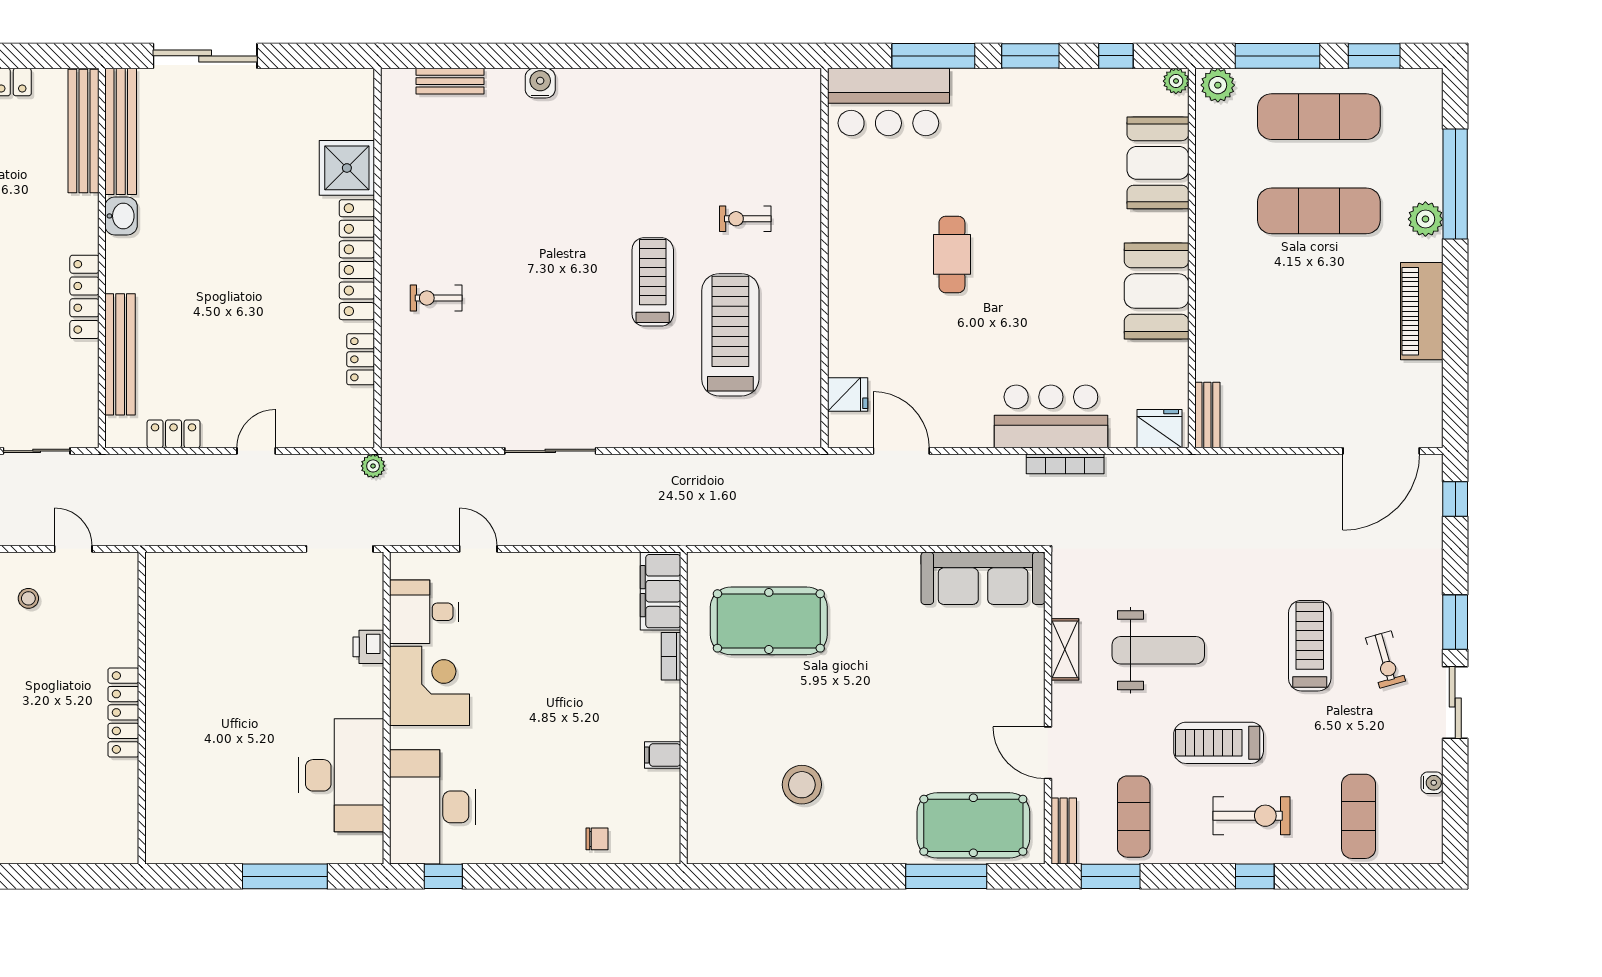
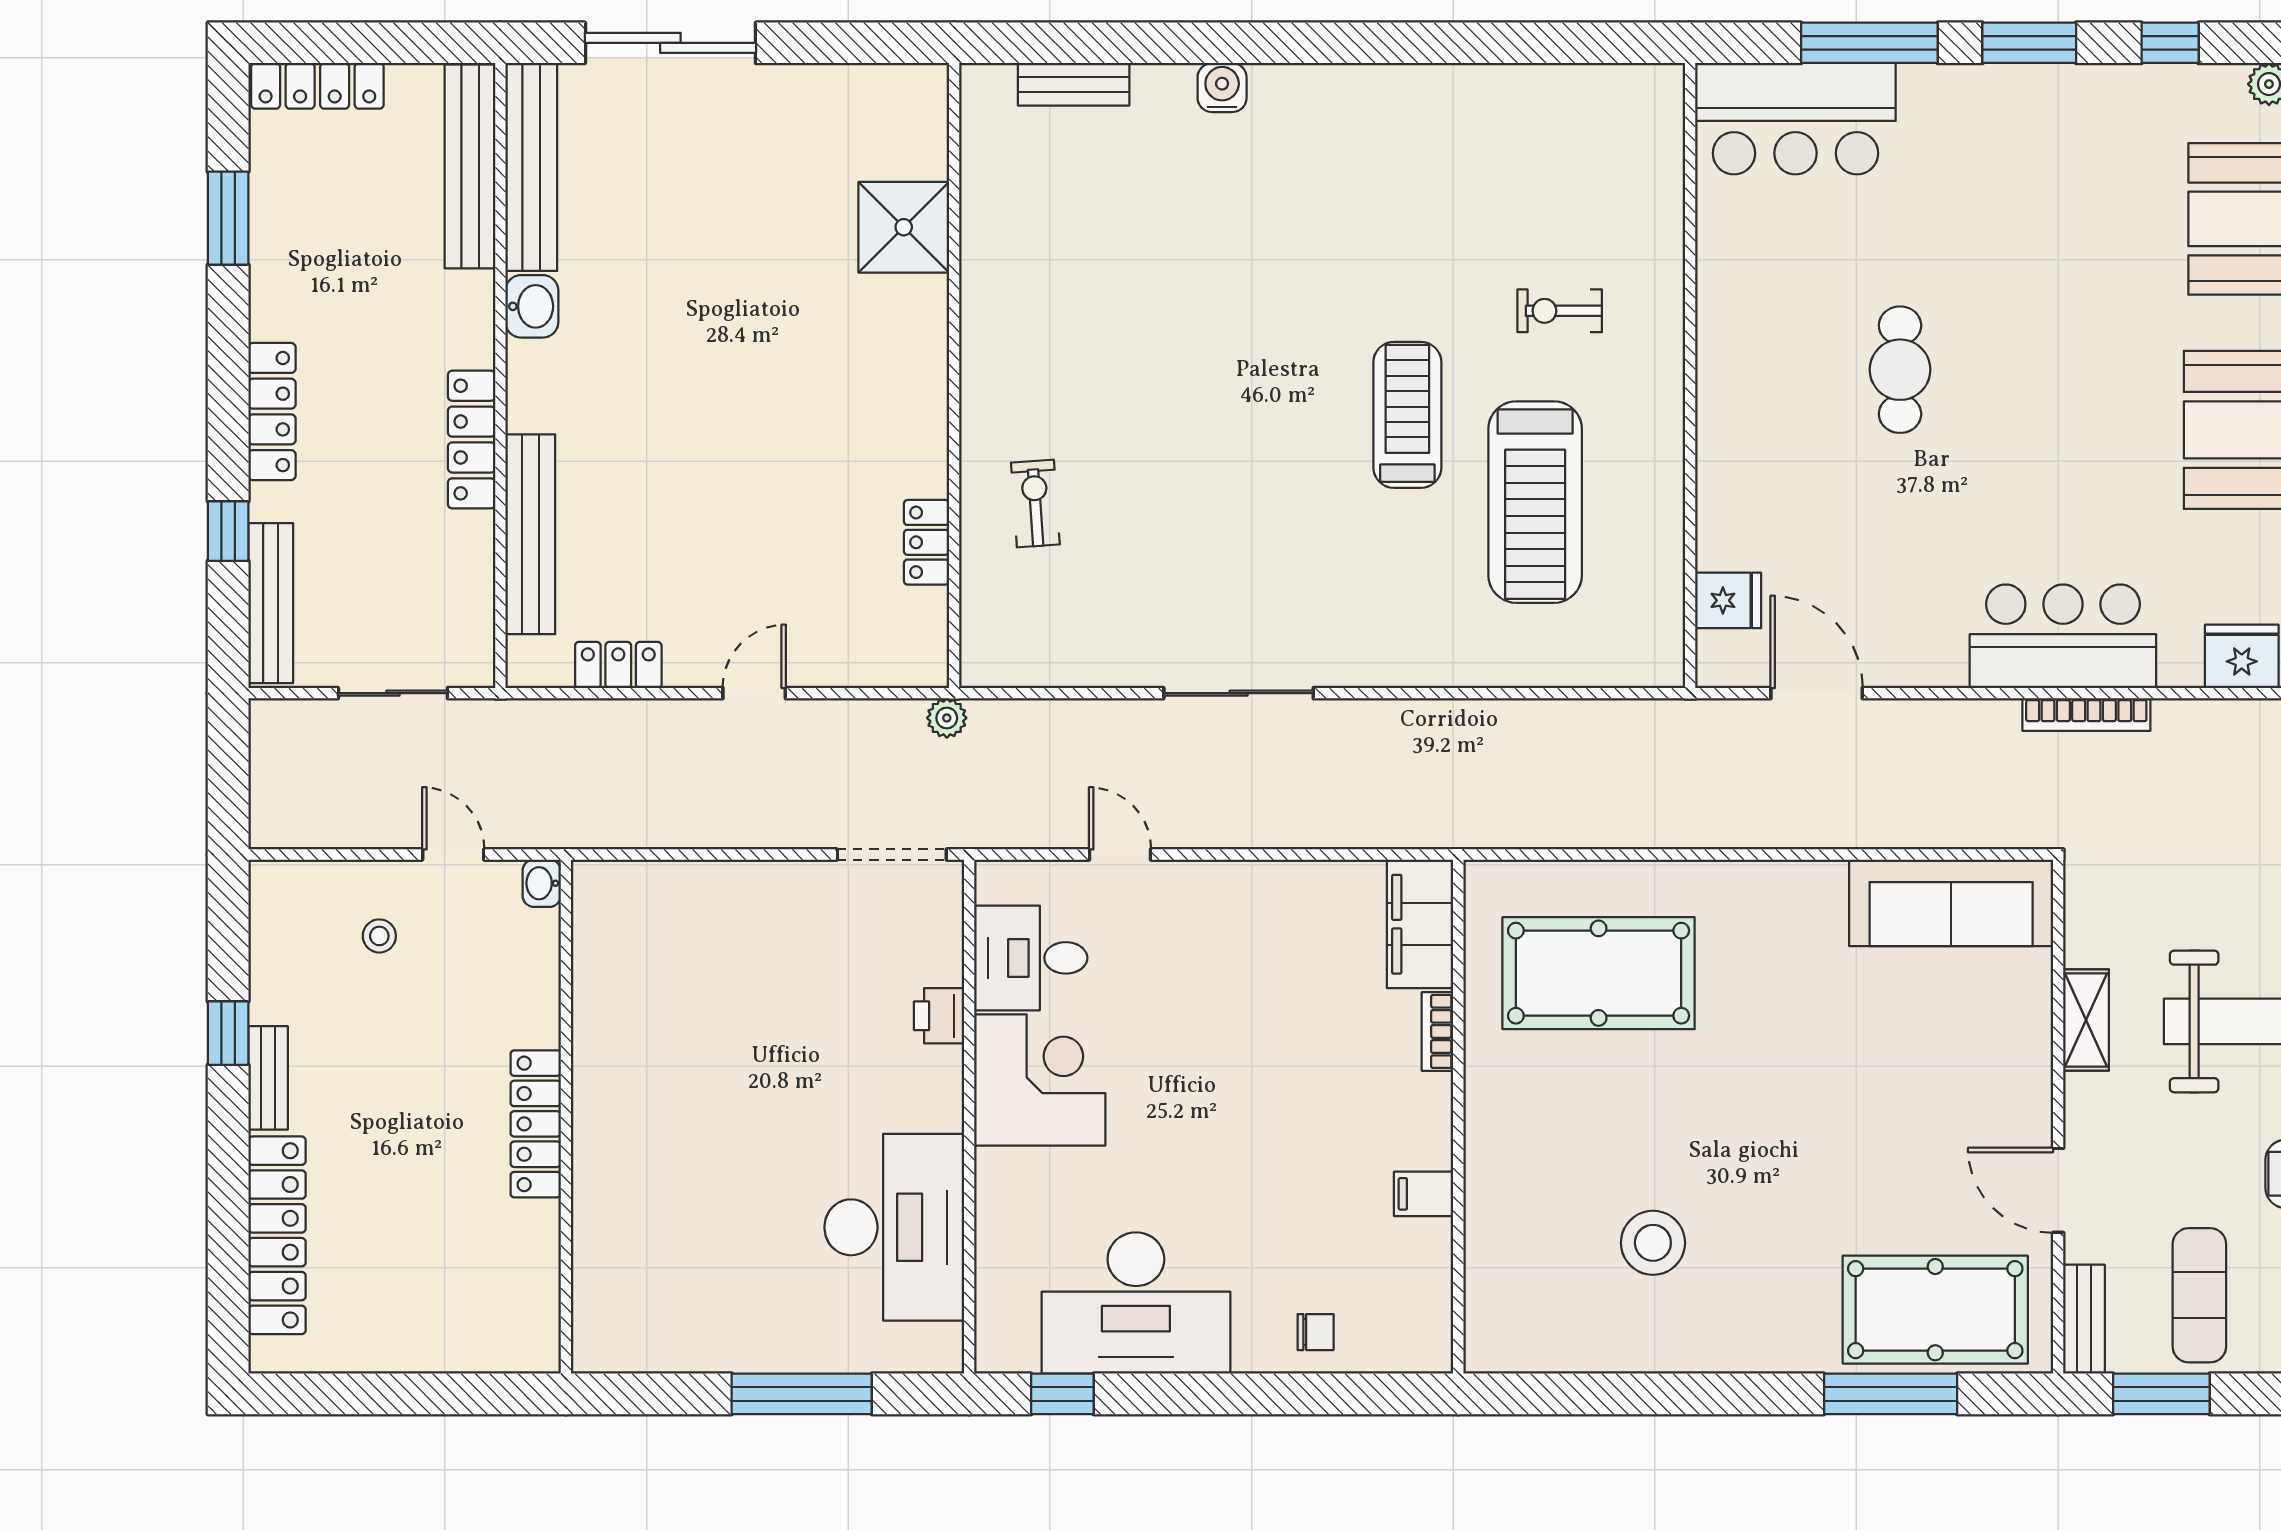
locker: (357, 260) -> (920, 378), removed
exercise bike: (436, 298) -> (1035, 503), moved, turned 86
treadmill: (730, 335) -> (1535, 502), turned 180
washbasin: (127, 566) -> (542, 883), added
desk: (433, 807) -> (1136, 1303), moved, turned -90

